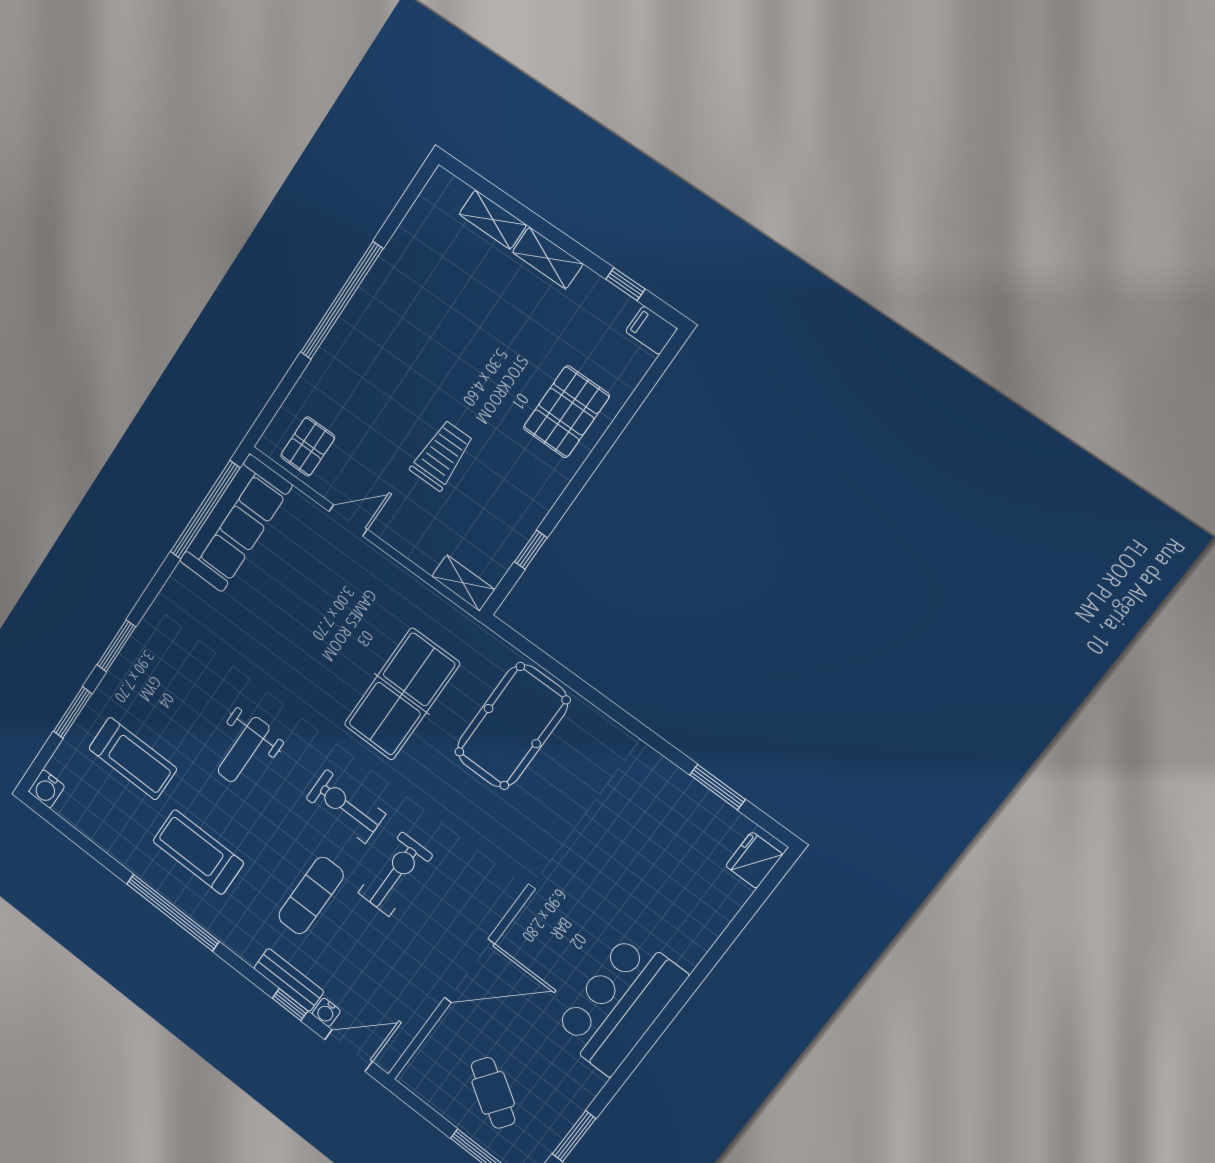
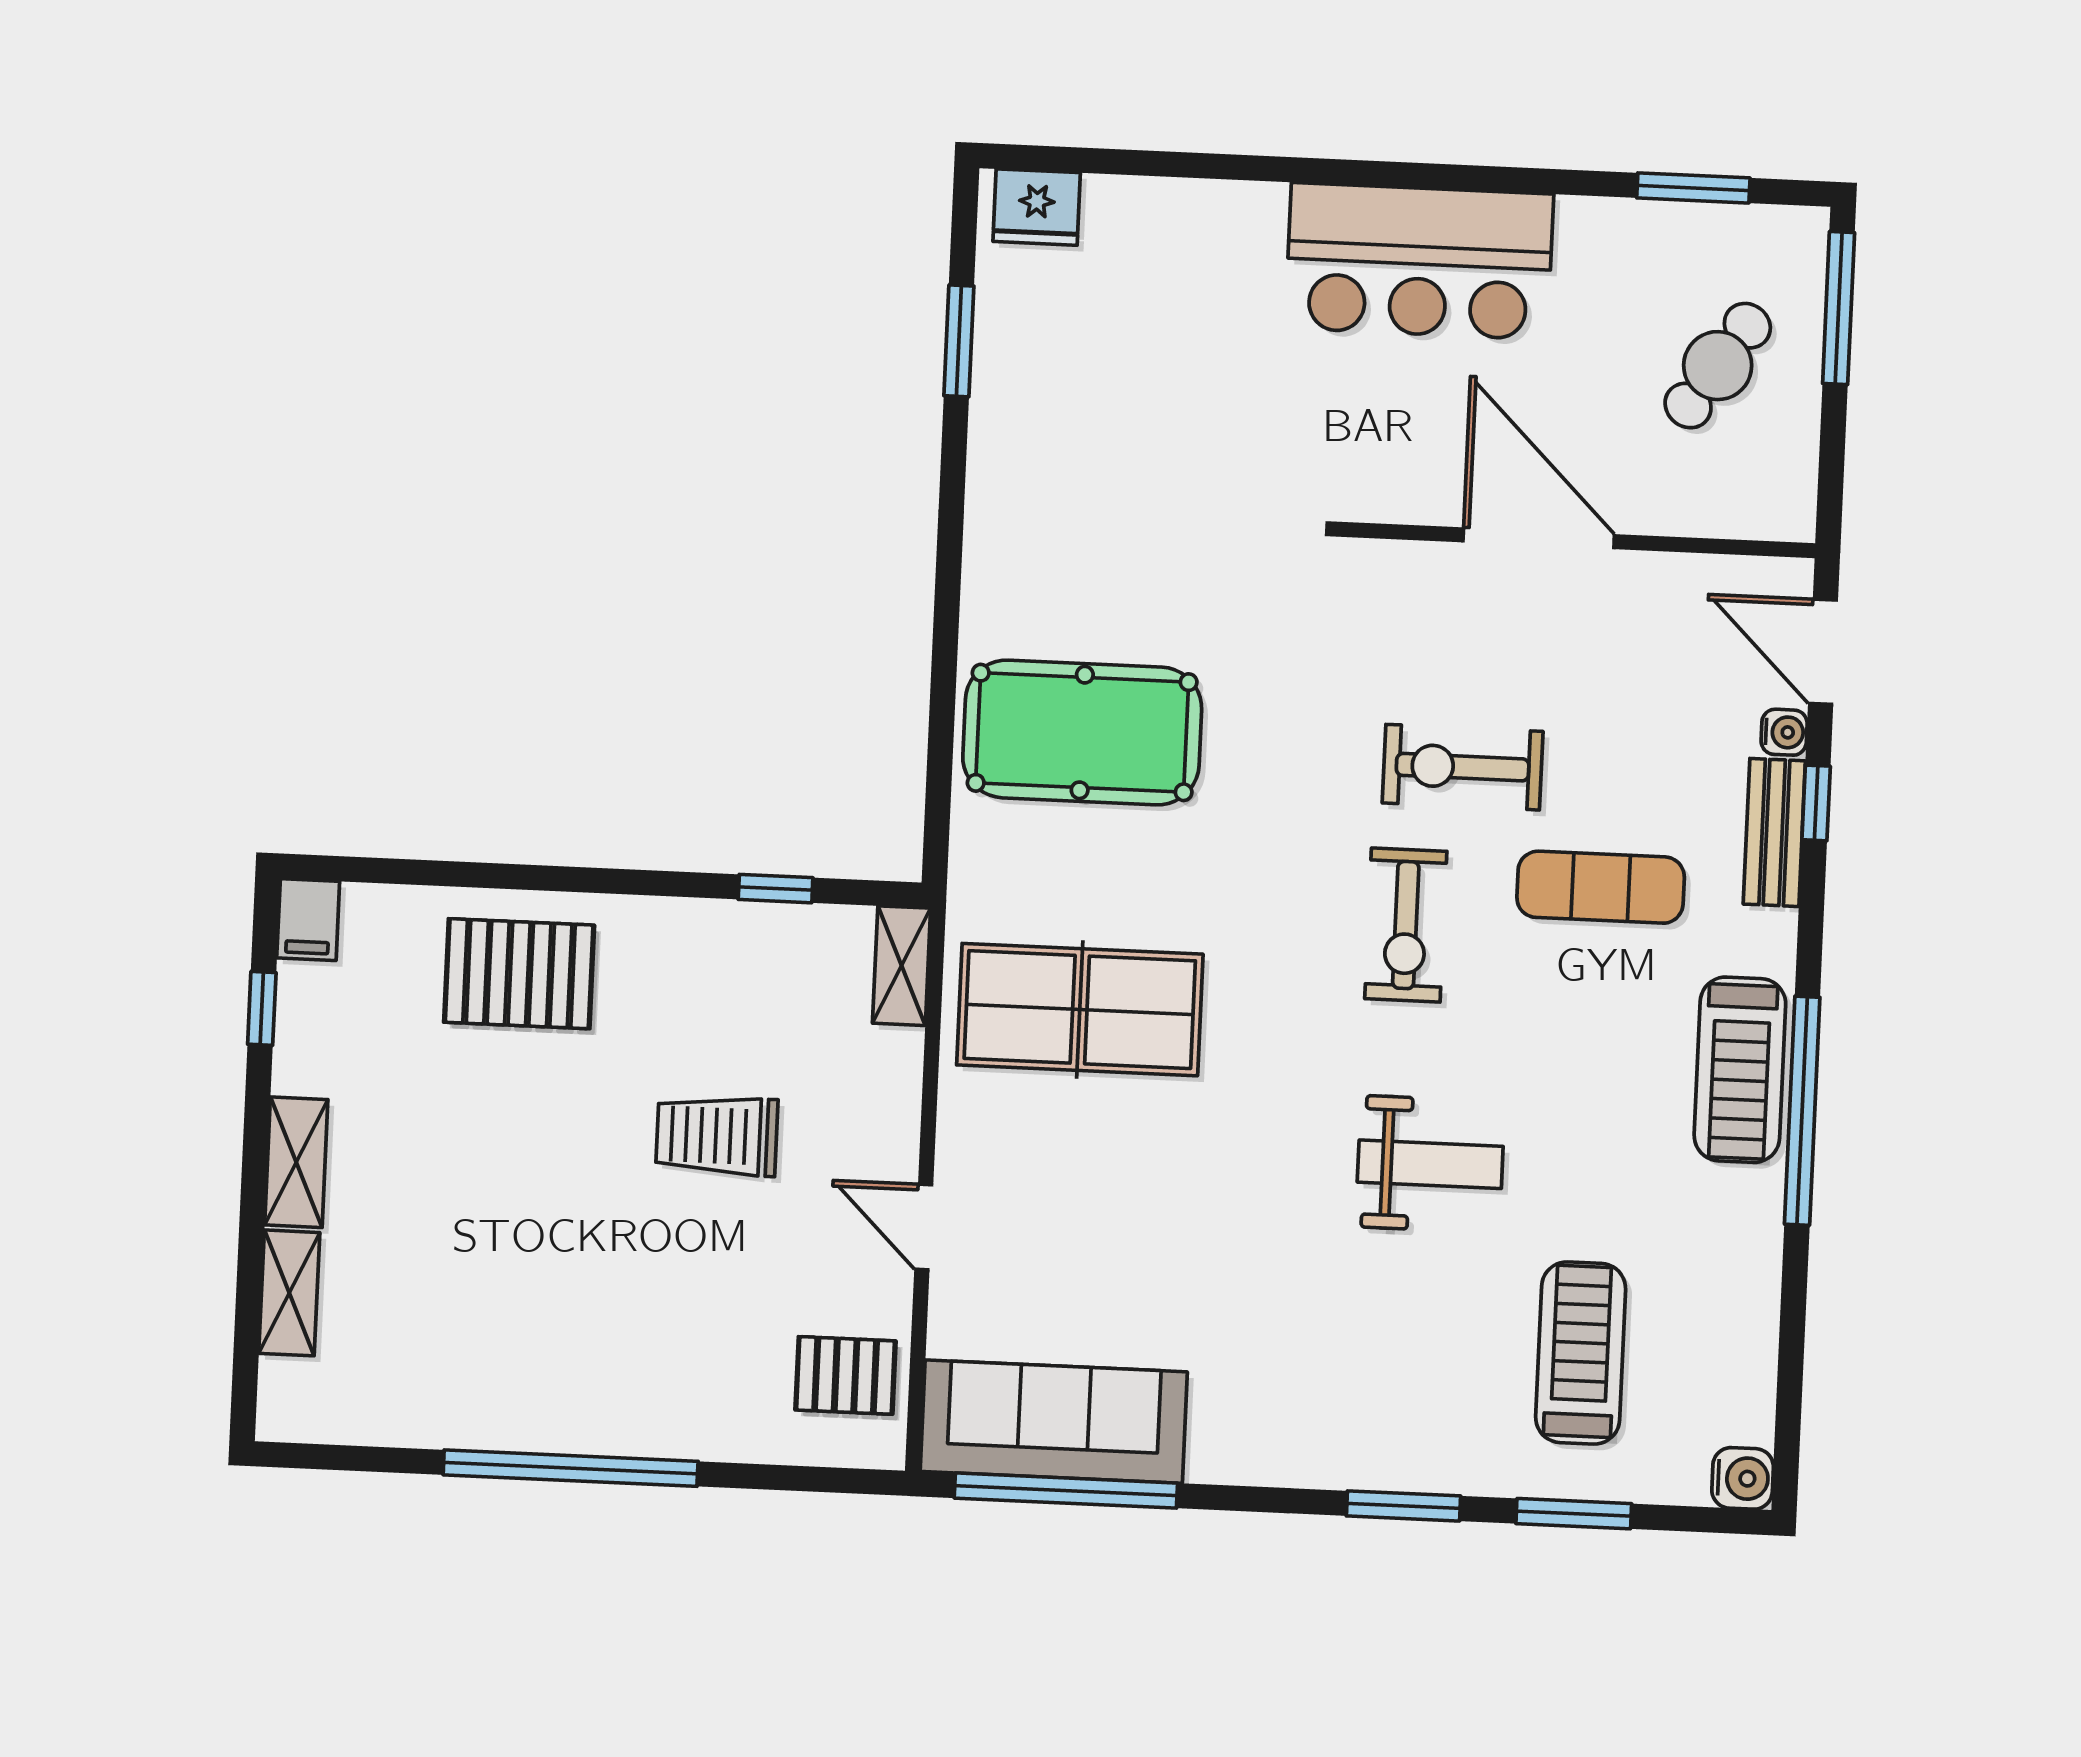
table tennis table: (402, 694) -> (1080, 1010), moved
treadmill: (198, 852) -> (1740, 1070), moved

